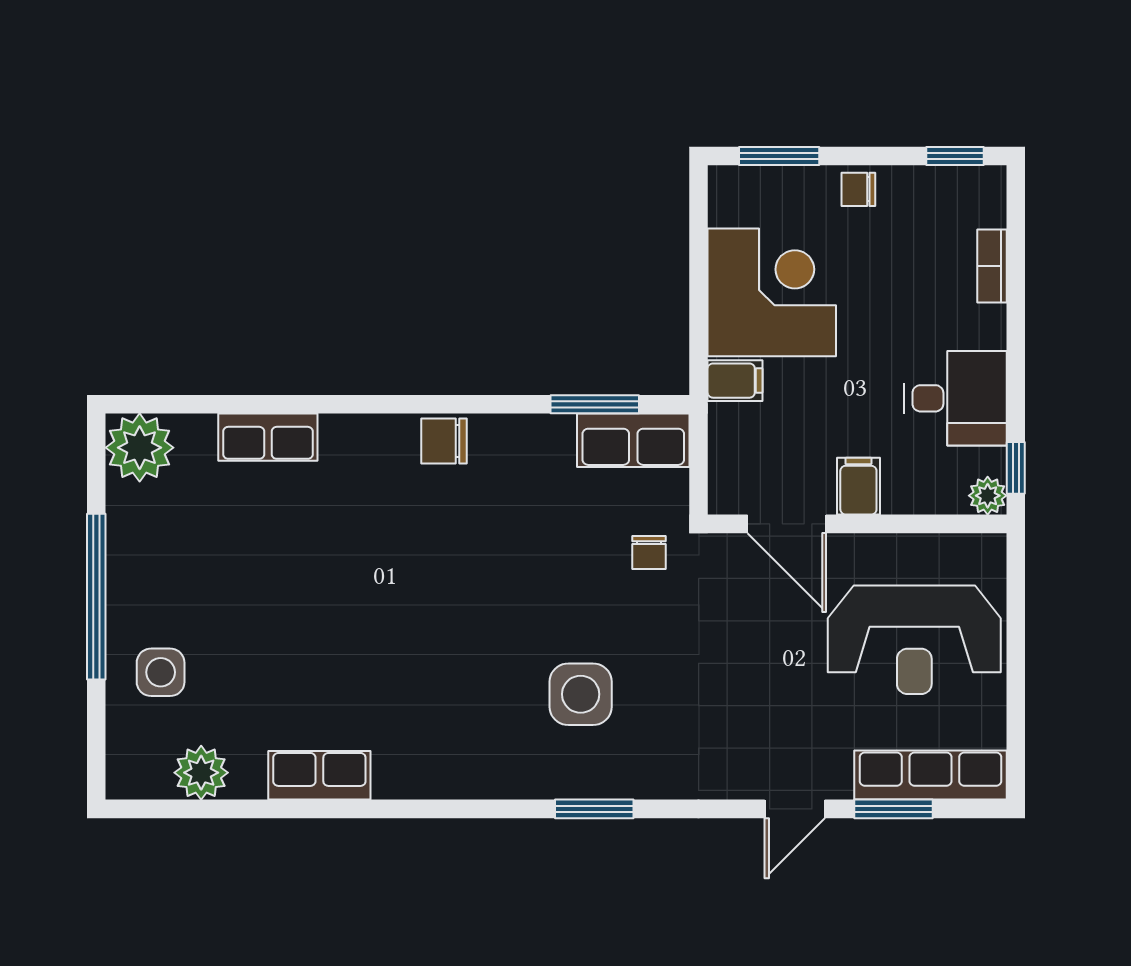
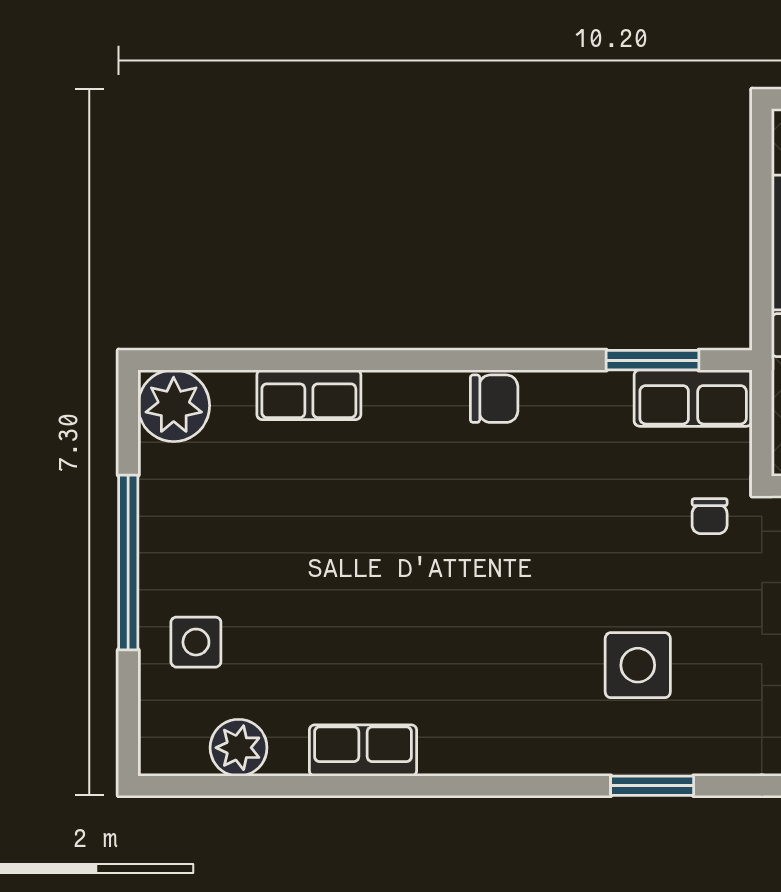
chair: (444, 441) -> (494, 399), turned 180

